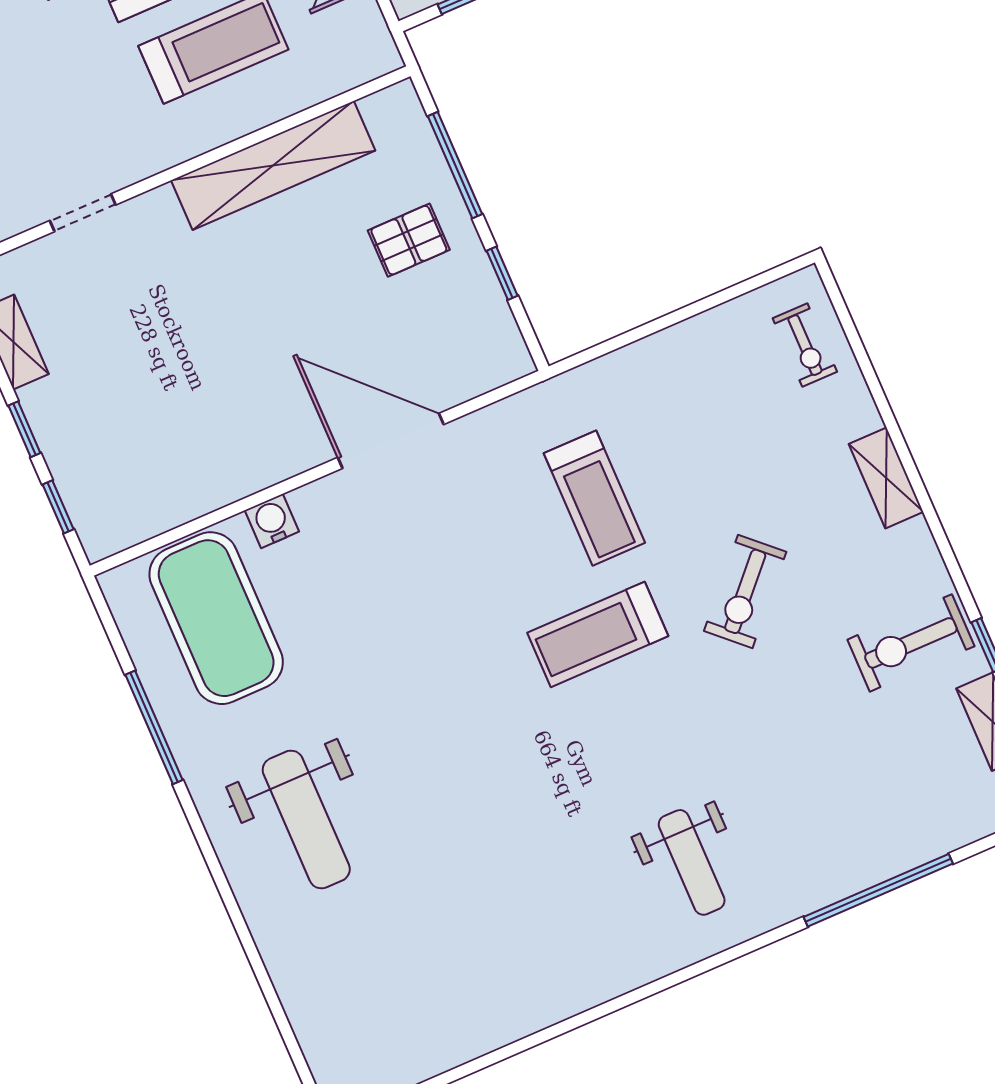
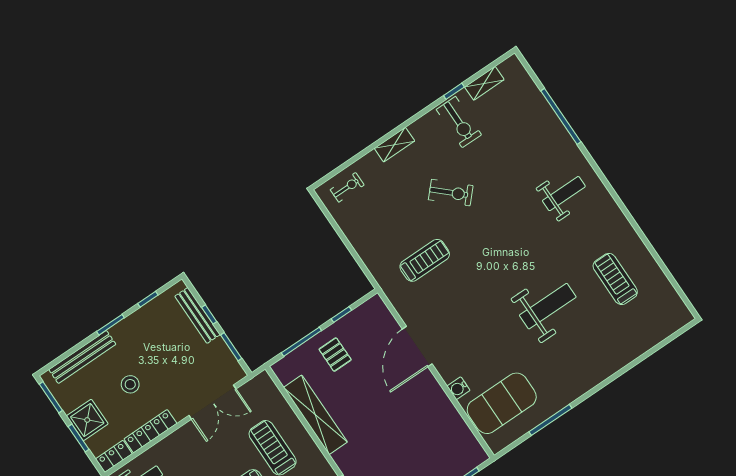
treadmill: (598, 634) -> (615, 279), moved, turned 180
weight bench: (306, 820) -> (548, 306), moved

